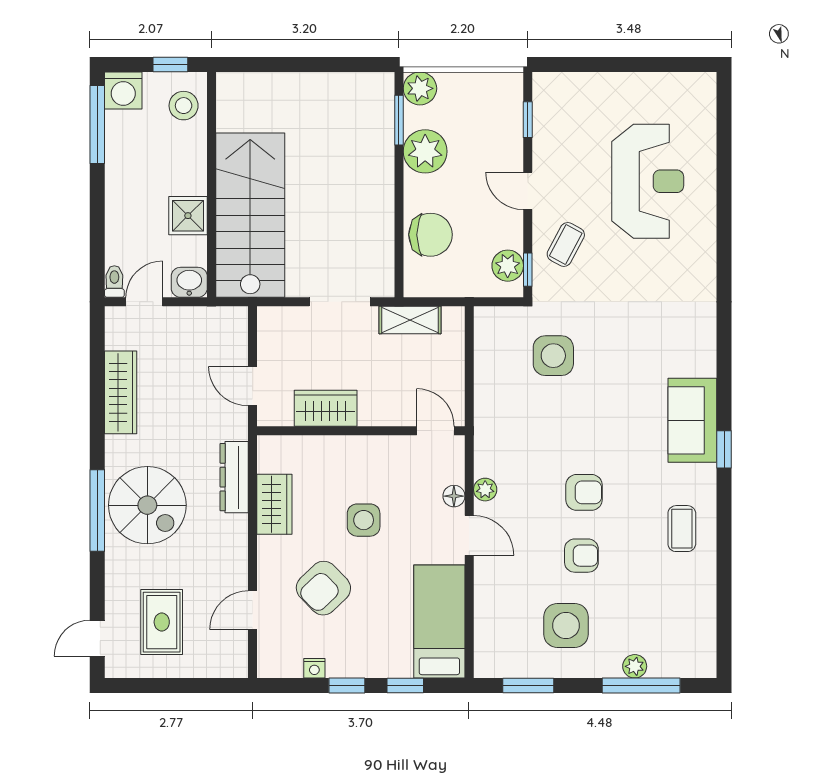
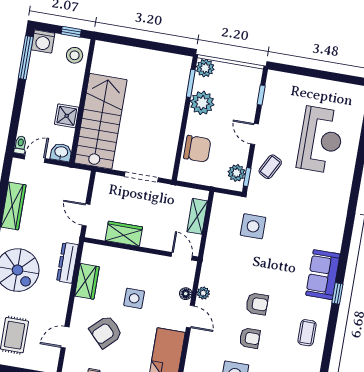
shelving: (410, 320) -> (197, 216), moved, turned 90

